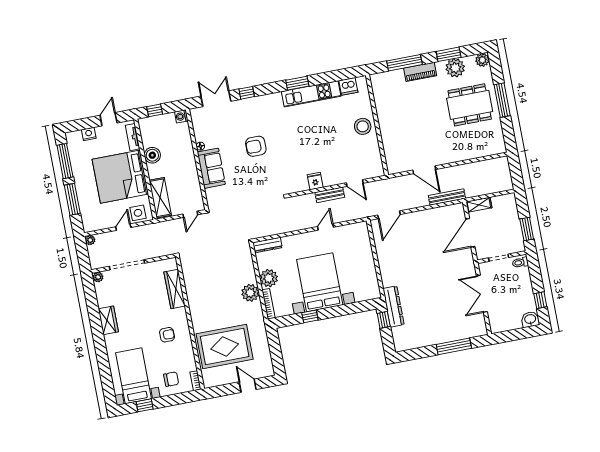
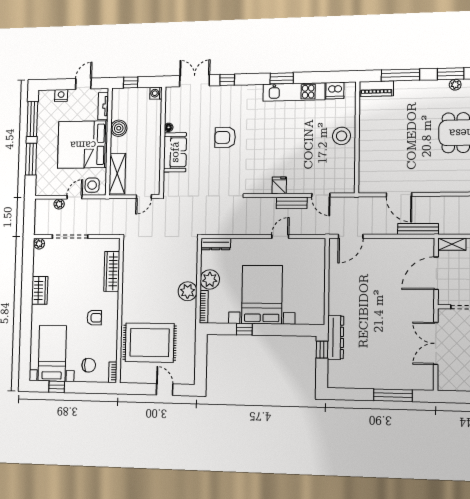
plant: (455, 68) -> (455, 85), width x0.53, depth x0.53
piano: (420, 72) -> (376, 89), moved
plant: (90, 240) -> (59, 204), moved

